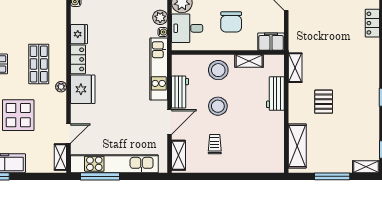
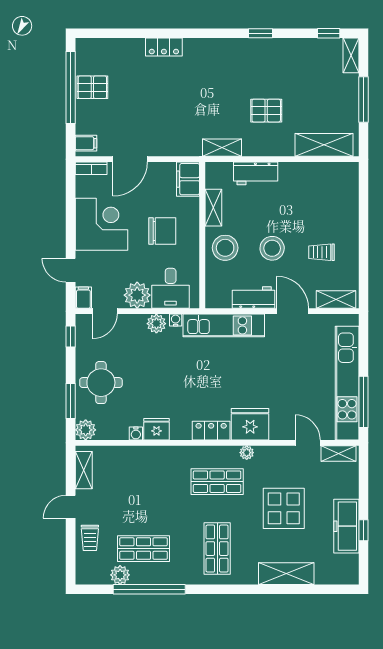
fridge: (79, 34) -> (157, 429), moved

